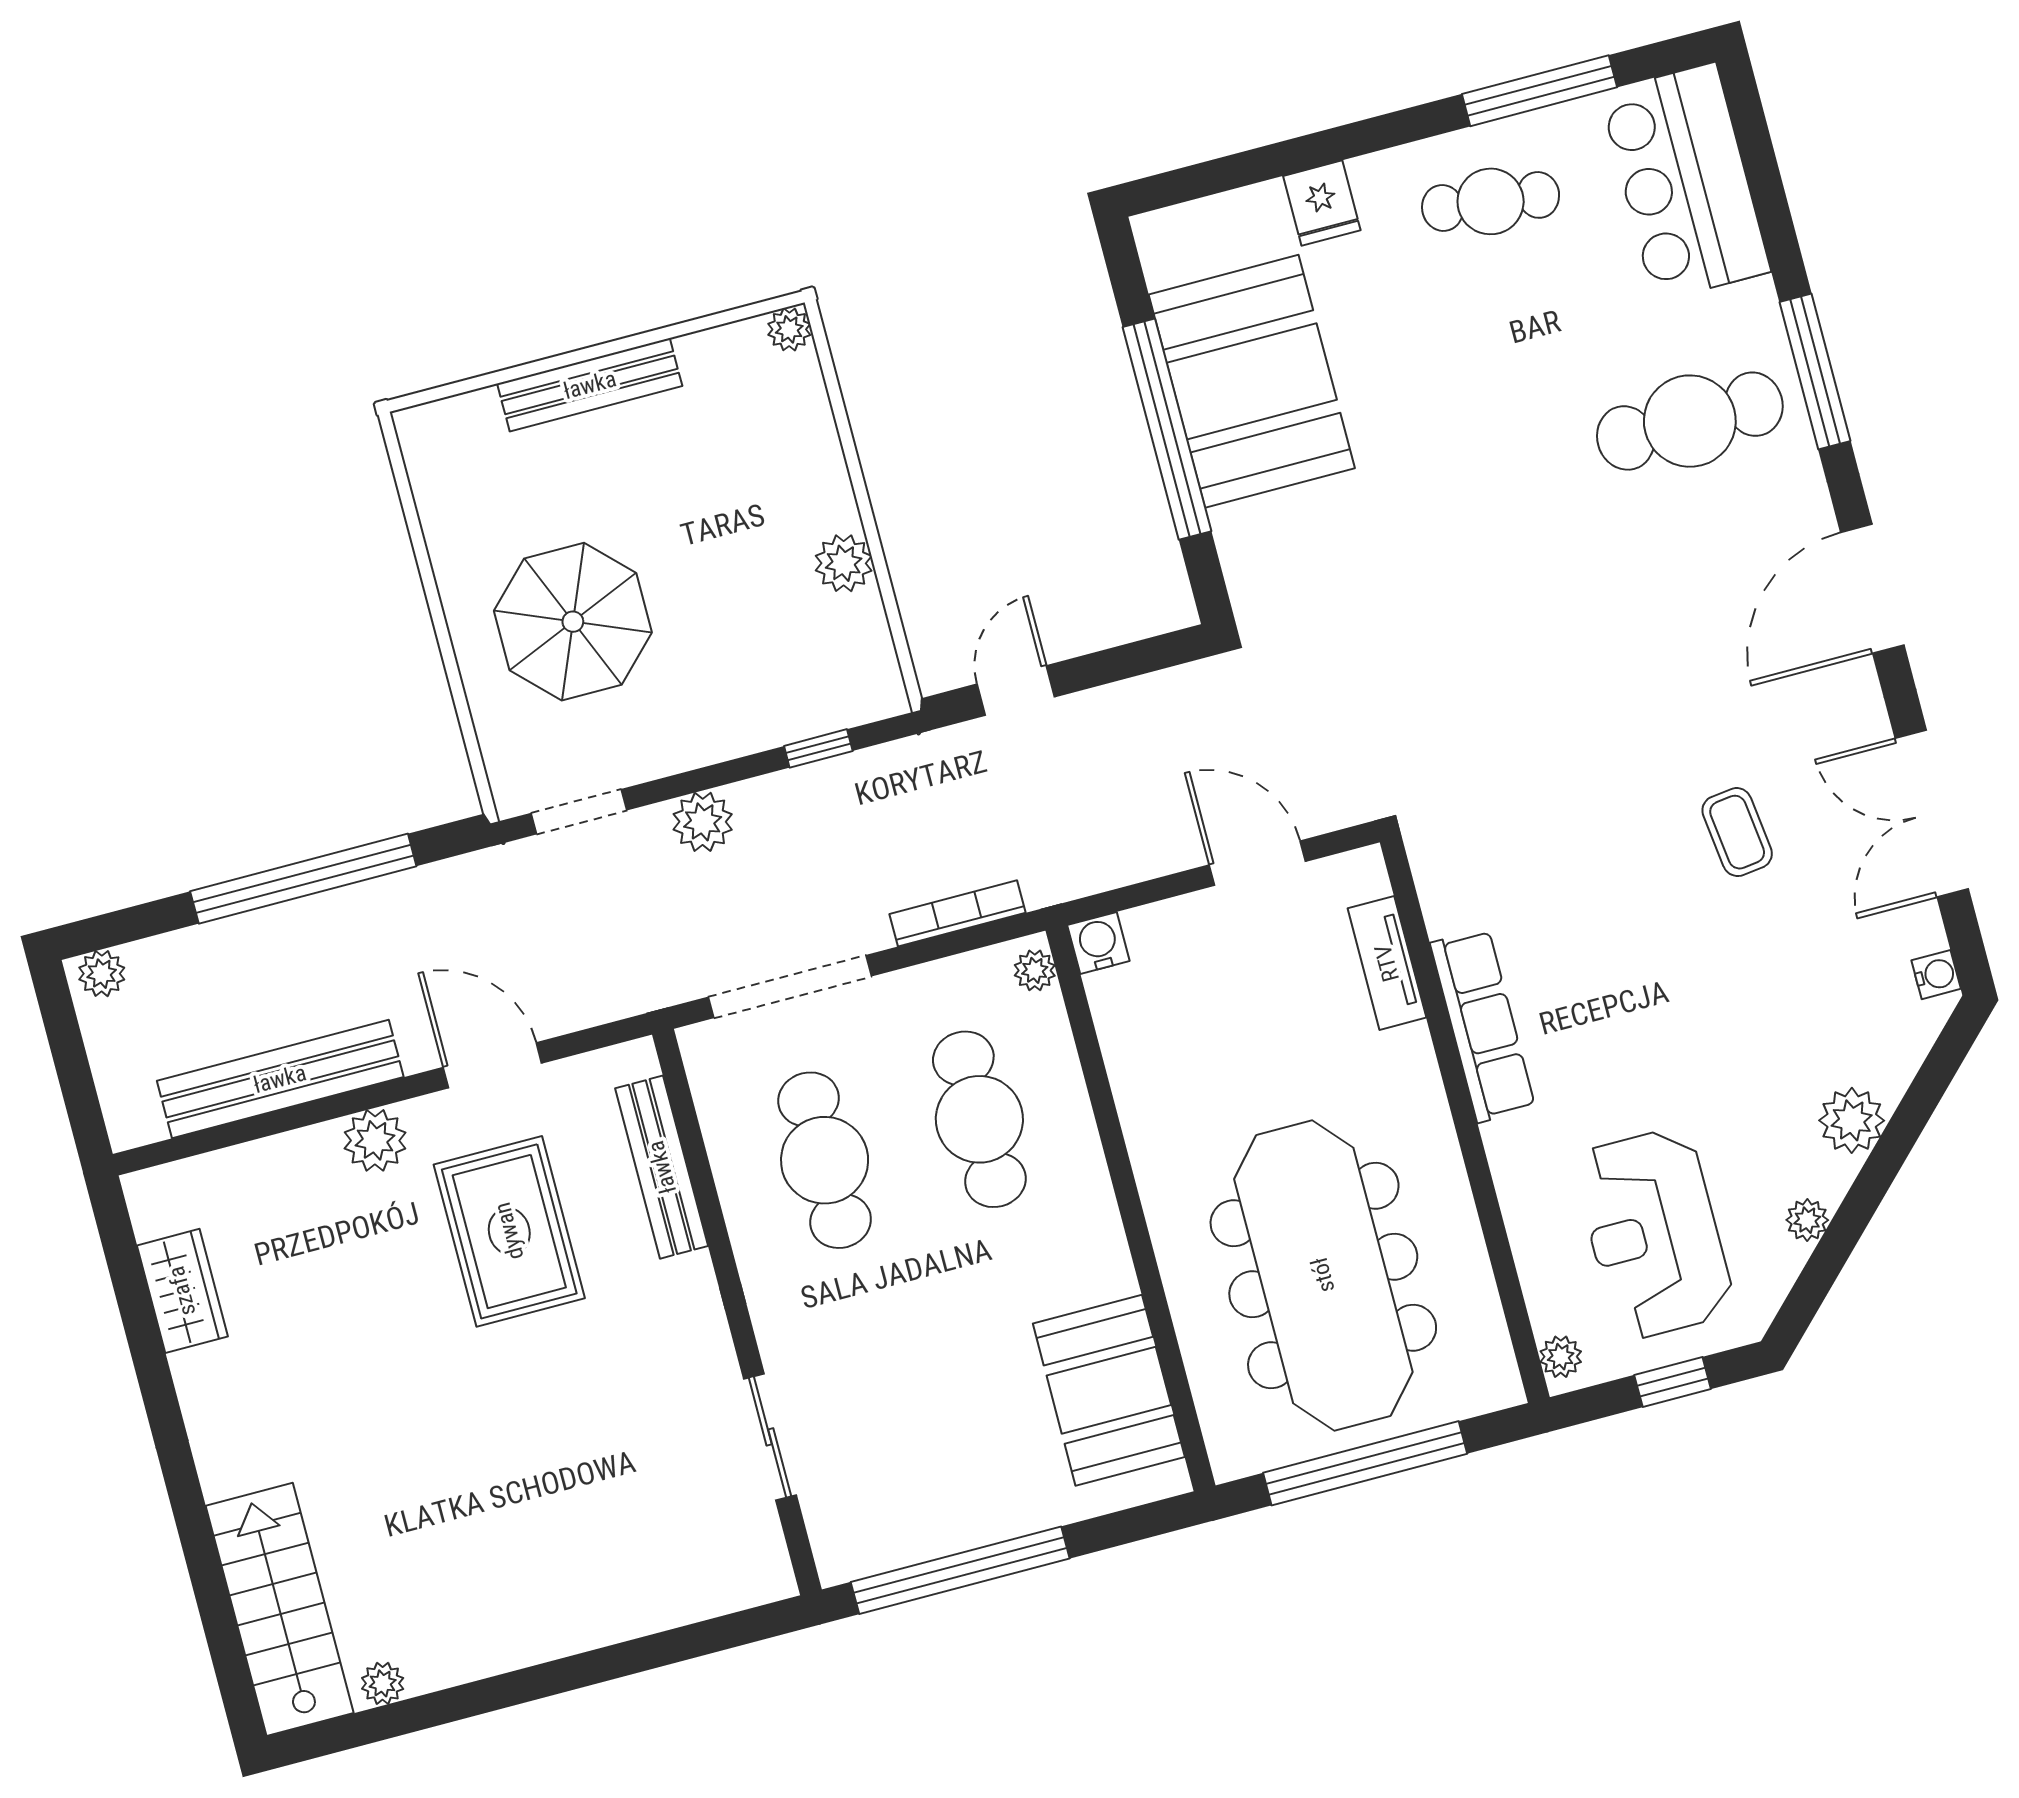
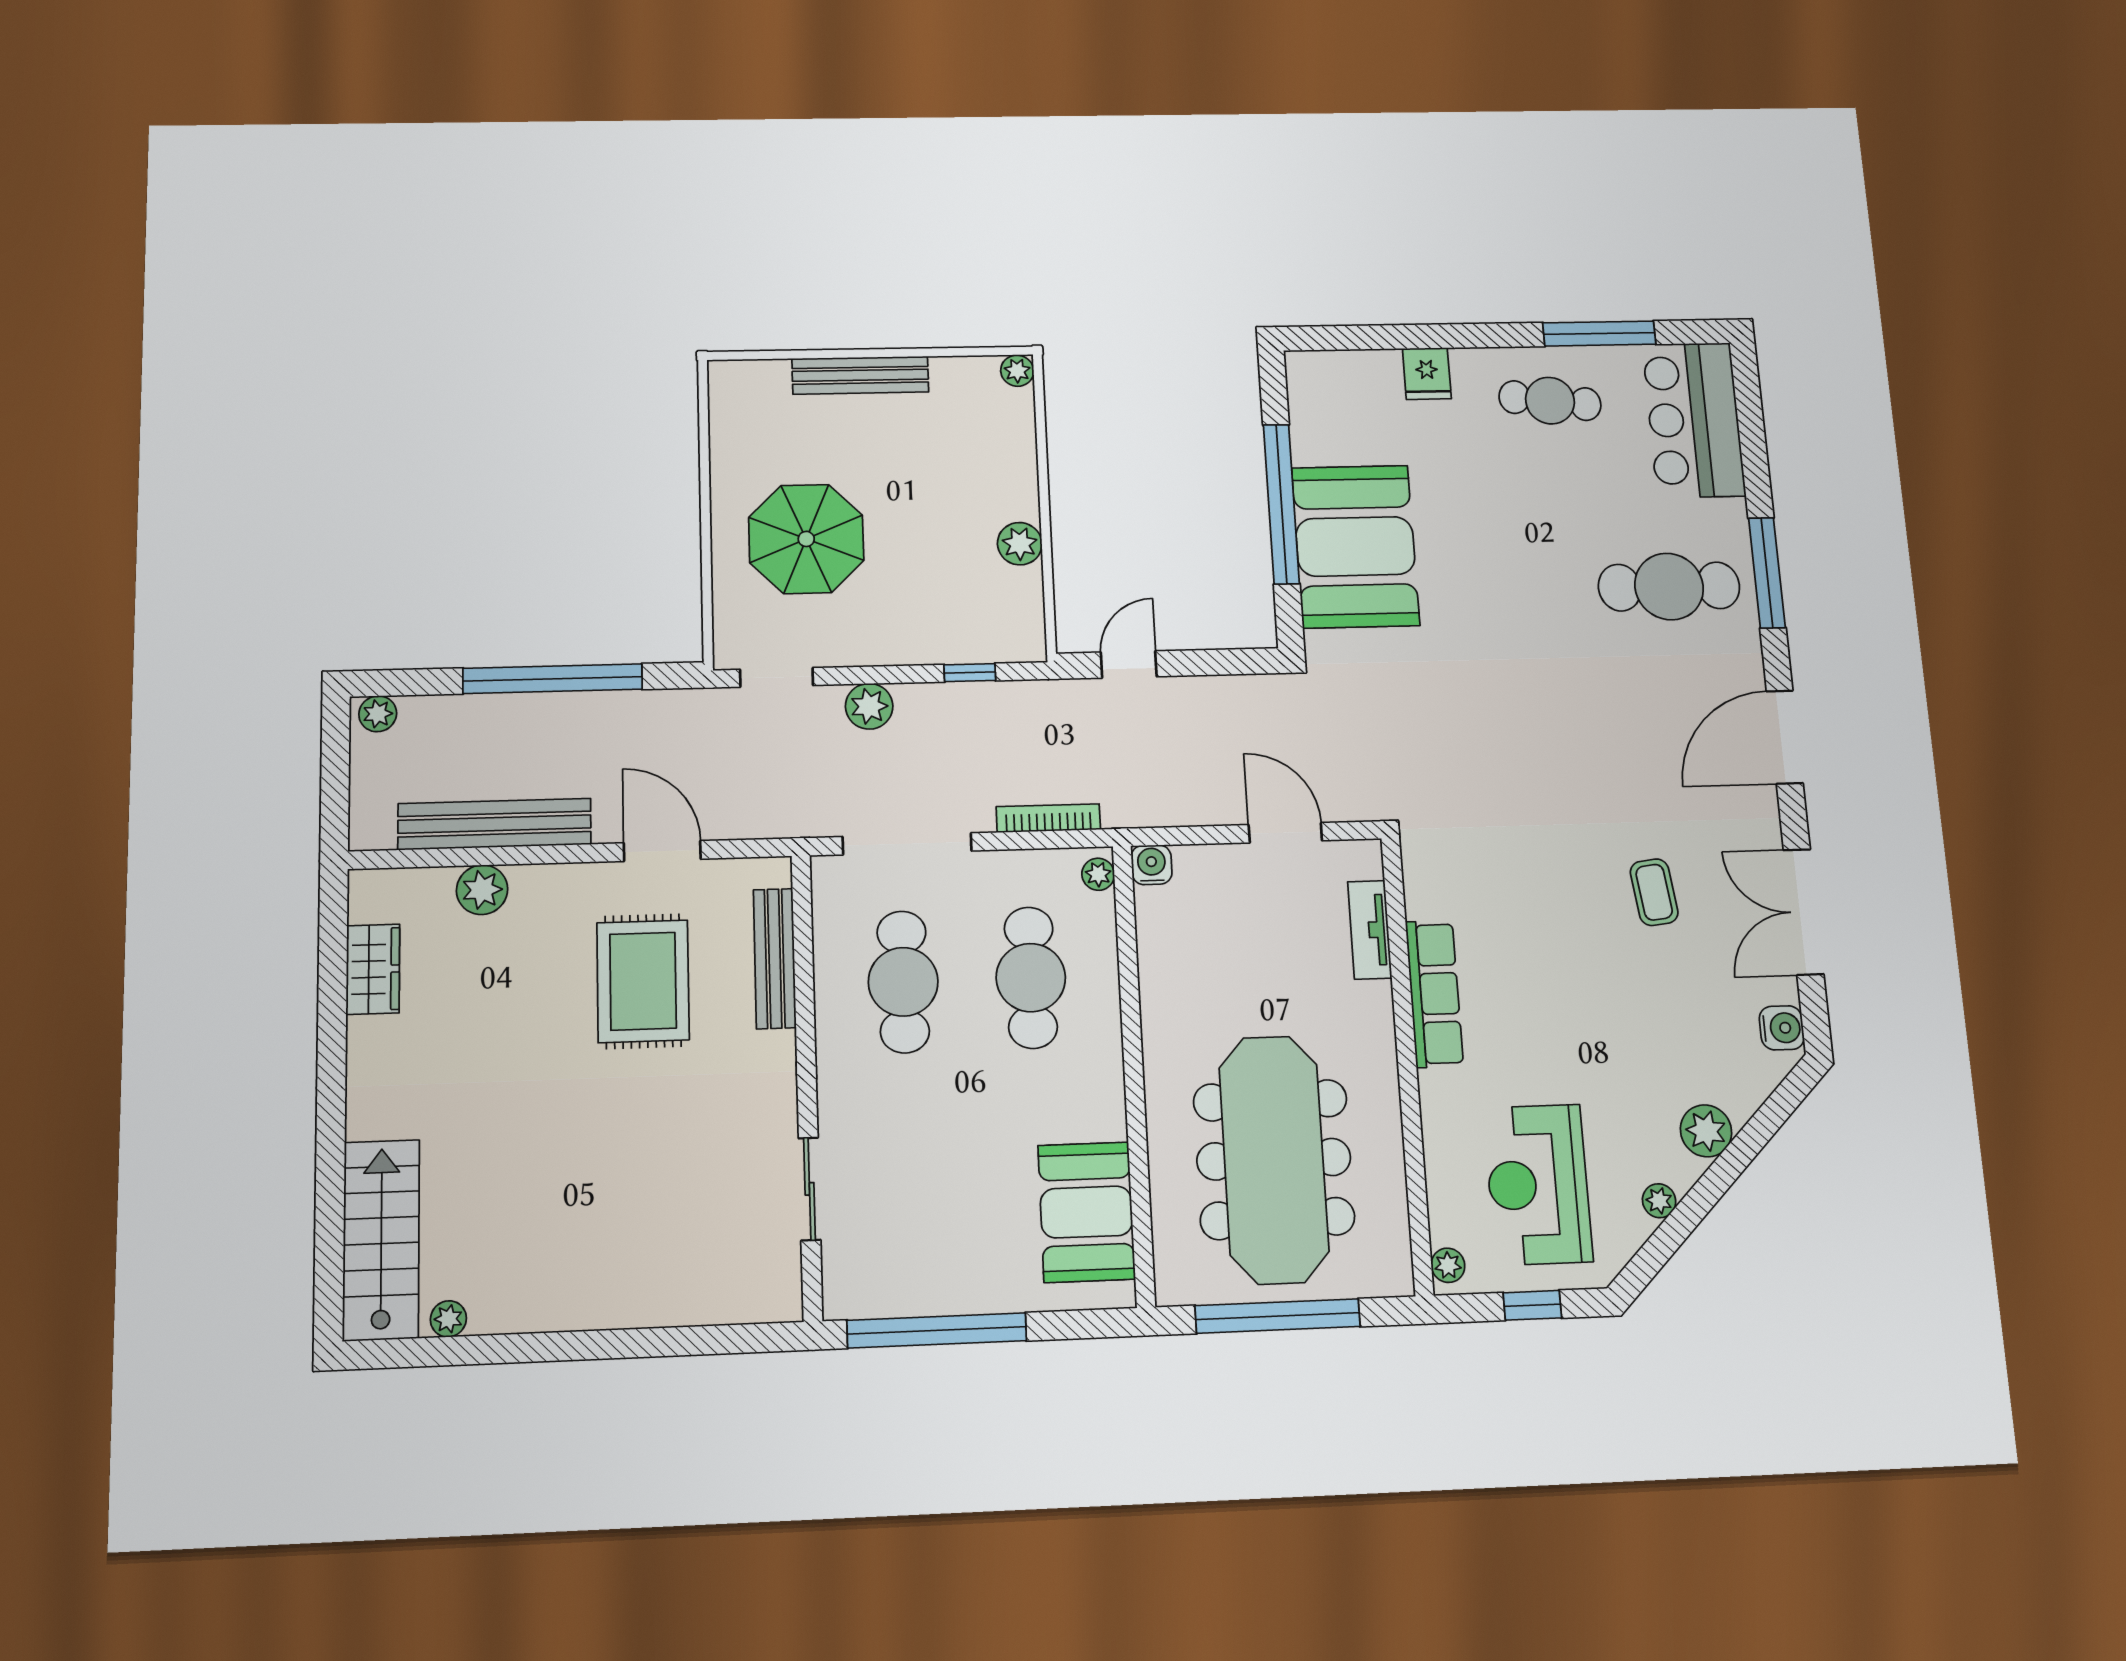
booth: (1252, 381) -> (1355, 546), moved
water cooler: (1936, 975) -> (1782, 1028), width x1.38, depth x1.38
plant: (375, 1140) -> (482, 890), moved

